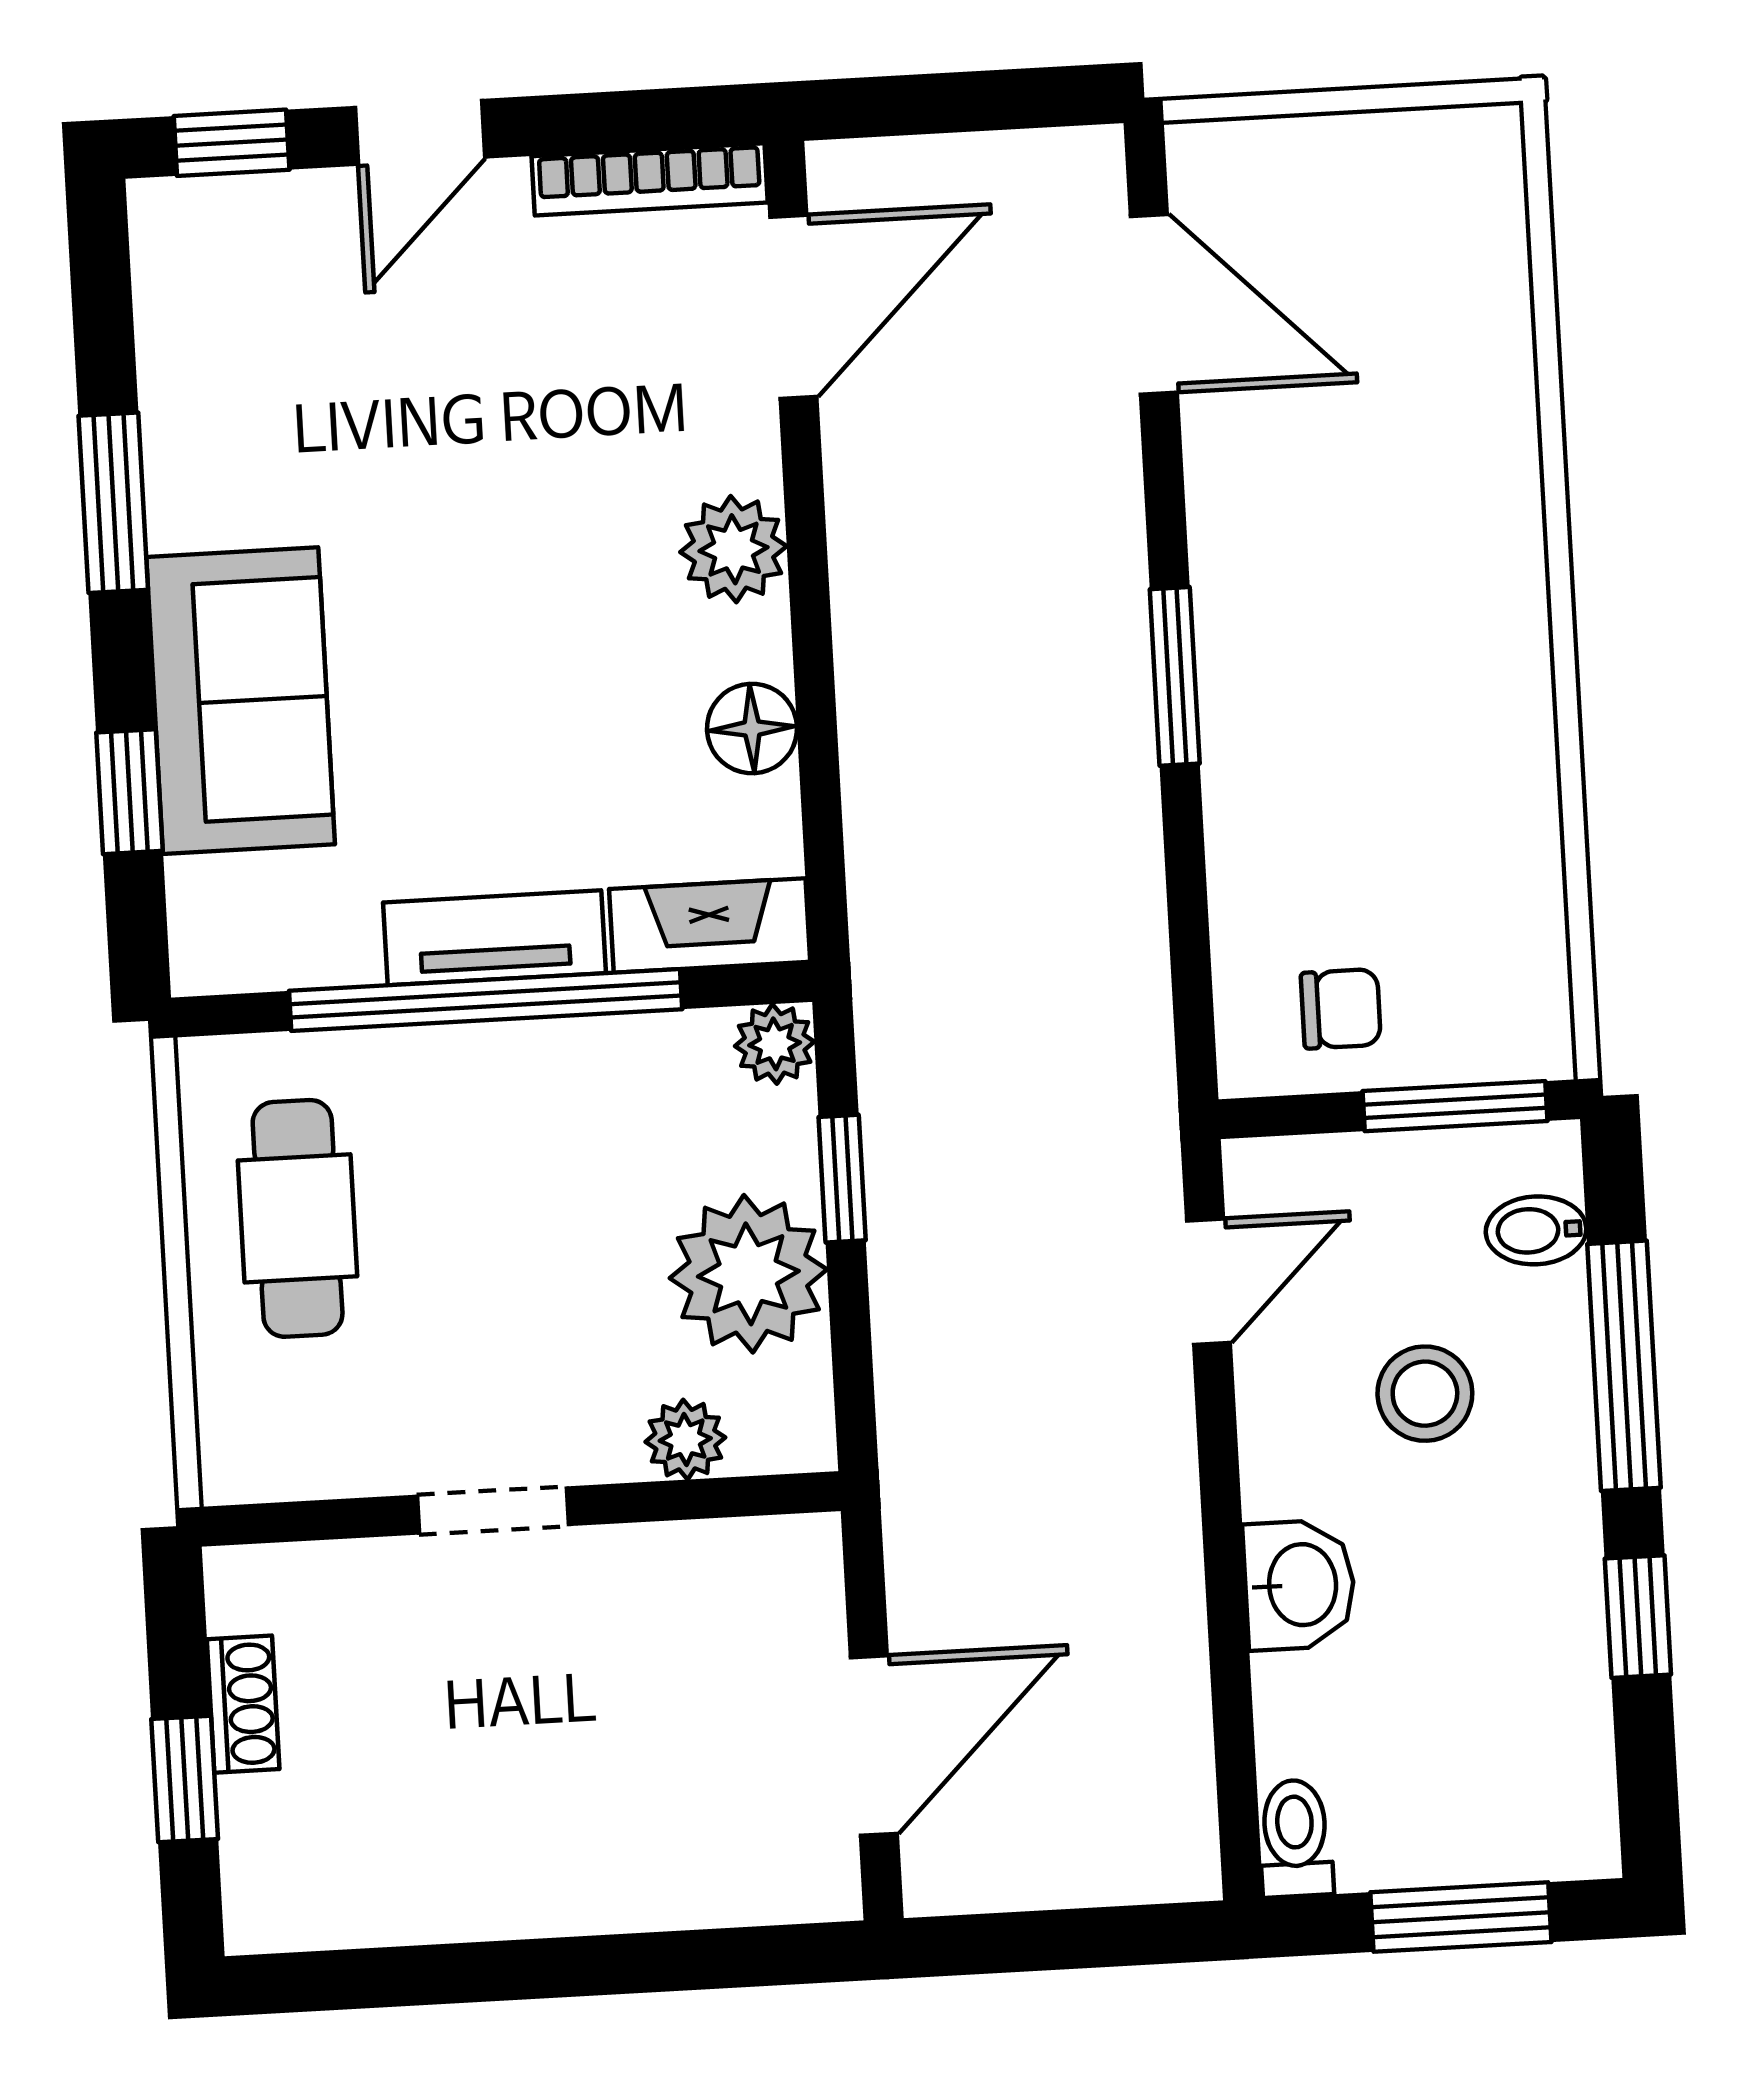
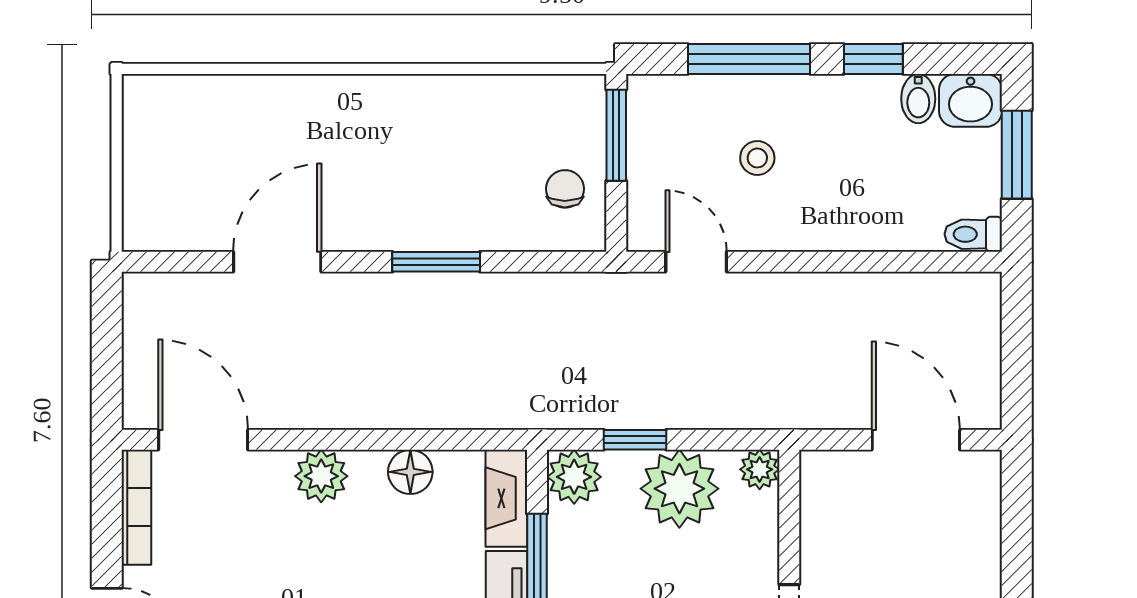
door: (1154, 304) -> (277, 262), moved
window: (1175, 676) -> (436, 262), moved
plant: (775, 1044) -> (574, 477), width x1.38, depth x1.38
bidet: (1536, 1230) -> (918, 99), moved
stool: (1425, 1394) -> (757, 158), width x0.73, depth x0.73
plant: (685, 1440) -> (760, 469), moved
washbasin: (1299, 1585) -> (971, 100), moved, turned 180

